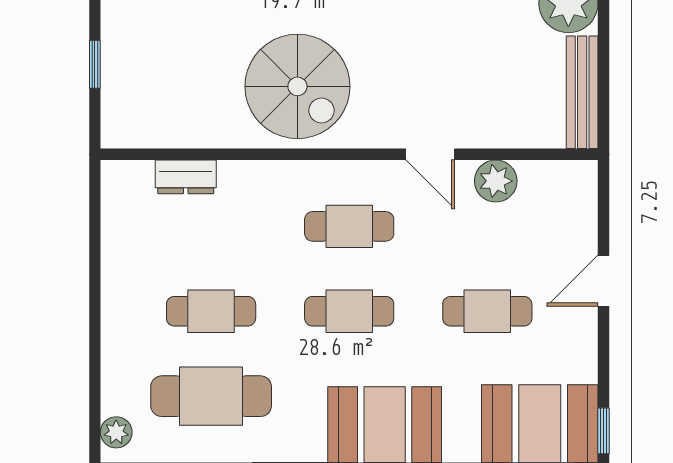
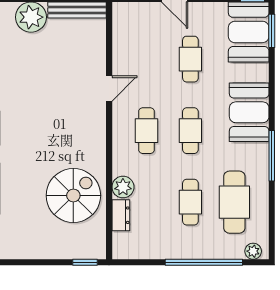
window: (95, 64) -> (85, 262), moved
spiral stairs: (297, 86) -> (73, 196), moved
plant: (496, 181) -> (123, 187), moved
window: (95, 337) -> (204, 262), added

